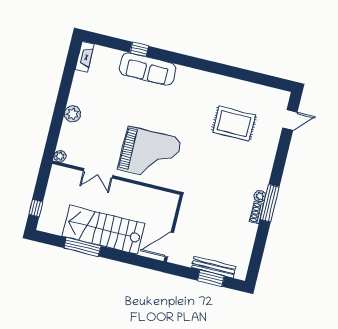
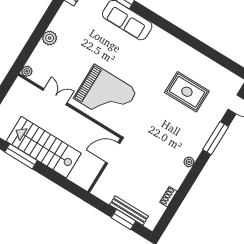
double door: (98, 173) -> (55, 97), swing flipped
window: (270, 203) -> (216, 138), moved
shoe rack: (256, 213) -> (168, 197), moved
door: (169, 245) -> (113, 153), moved

